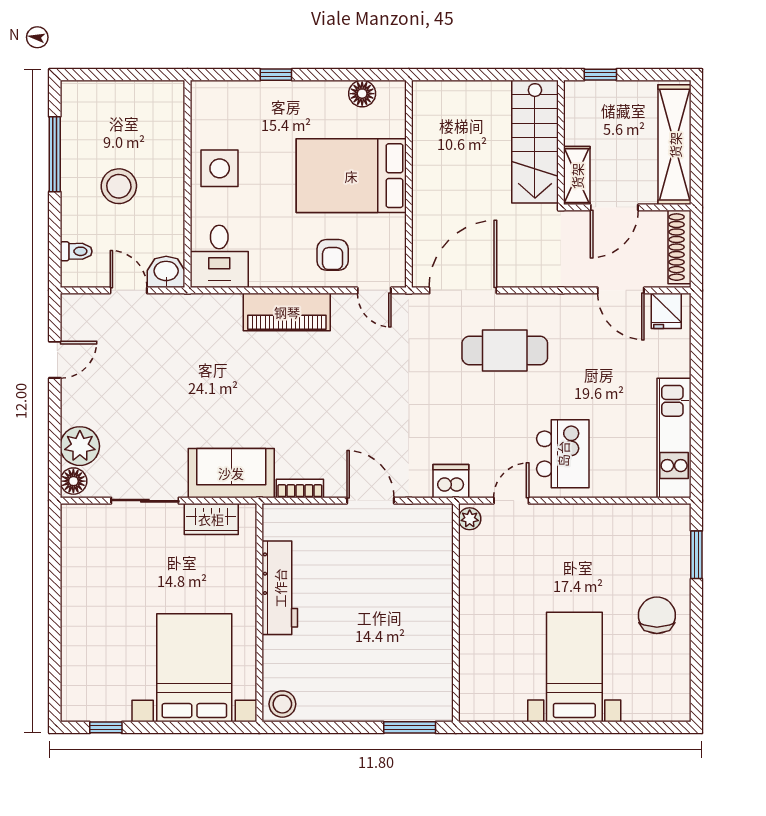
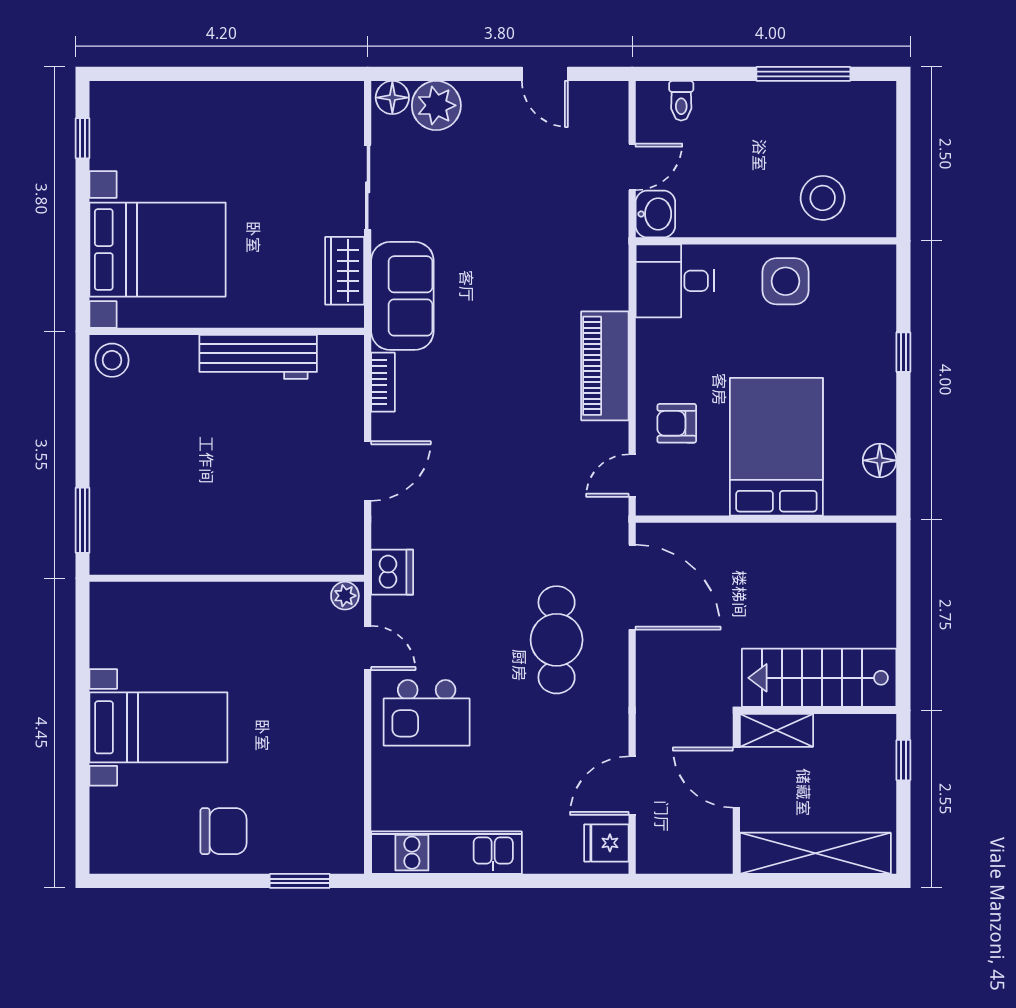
stool: (119, 186) -> (823, 198), moved
shoe rack: (680, 247) -> (687, 860), removed

